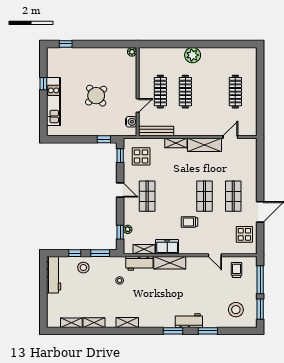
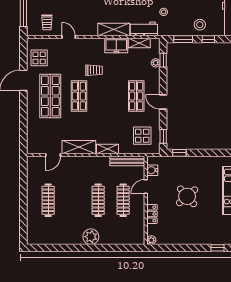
locker: (131, 78) -> (152, 214), added
shop shelf: (233, 196) -> (50, 96), width x1.43, depth x1.36

